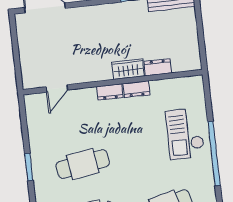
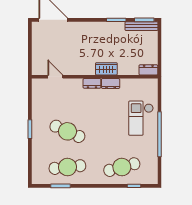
dresser: (158, 67) -> (148, 70), moved
door: (57, 88) -> (55, 77), swing flipped
cafe table: (83, 164) -> (67, 131), turned 33

